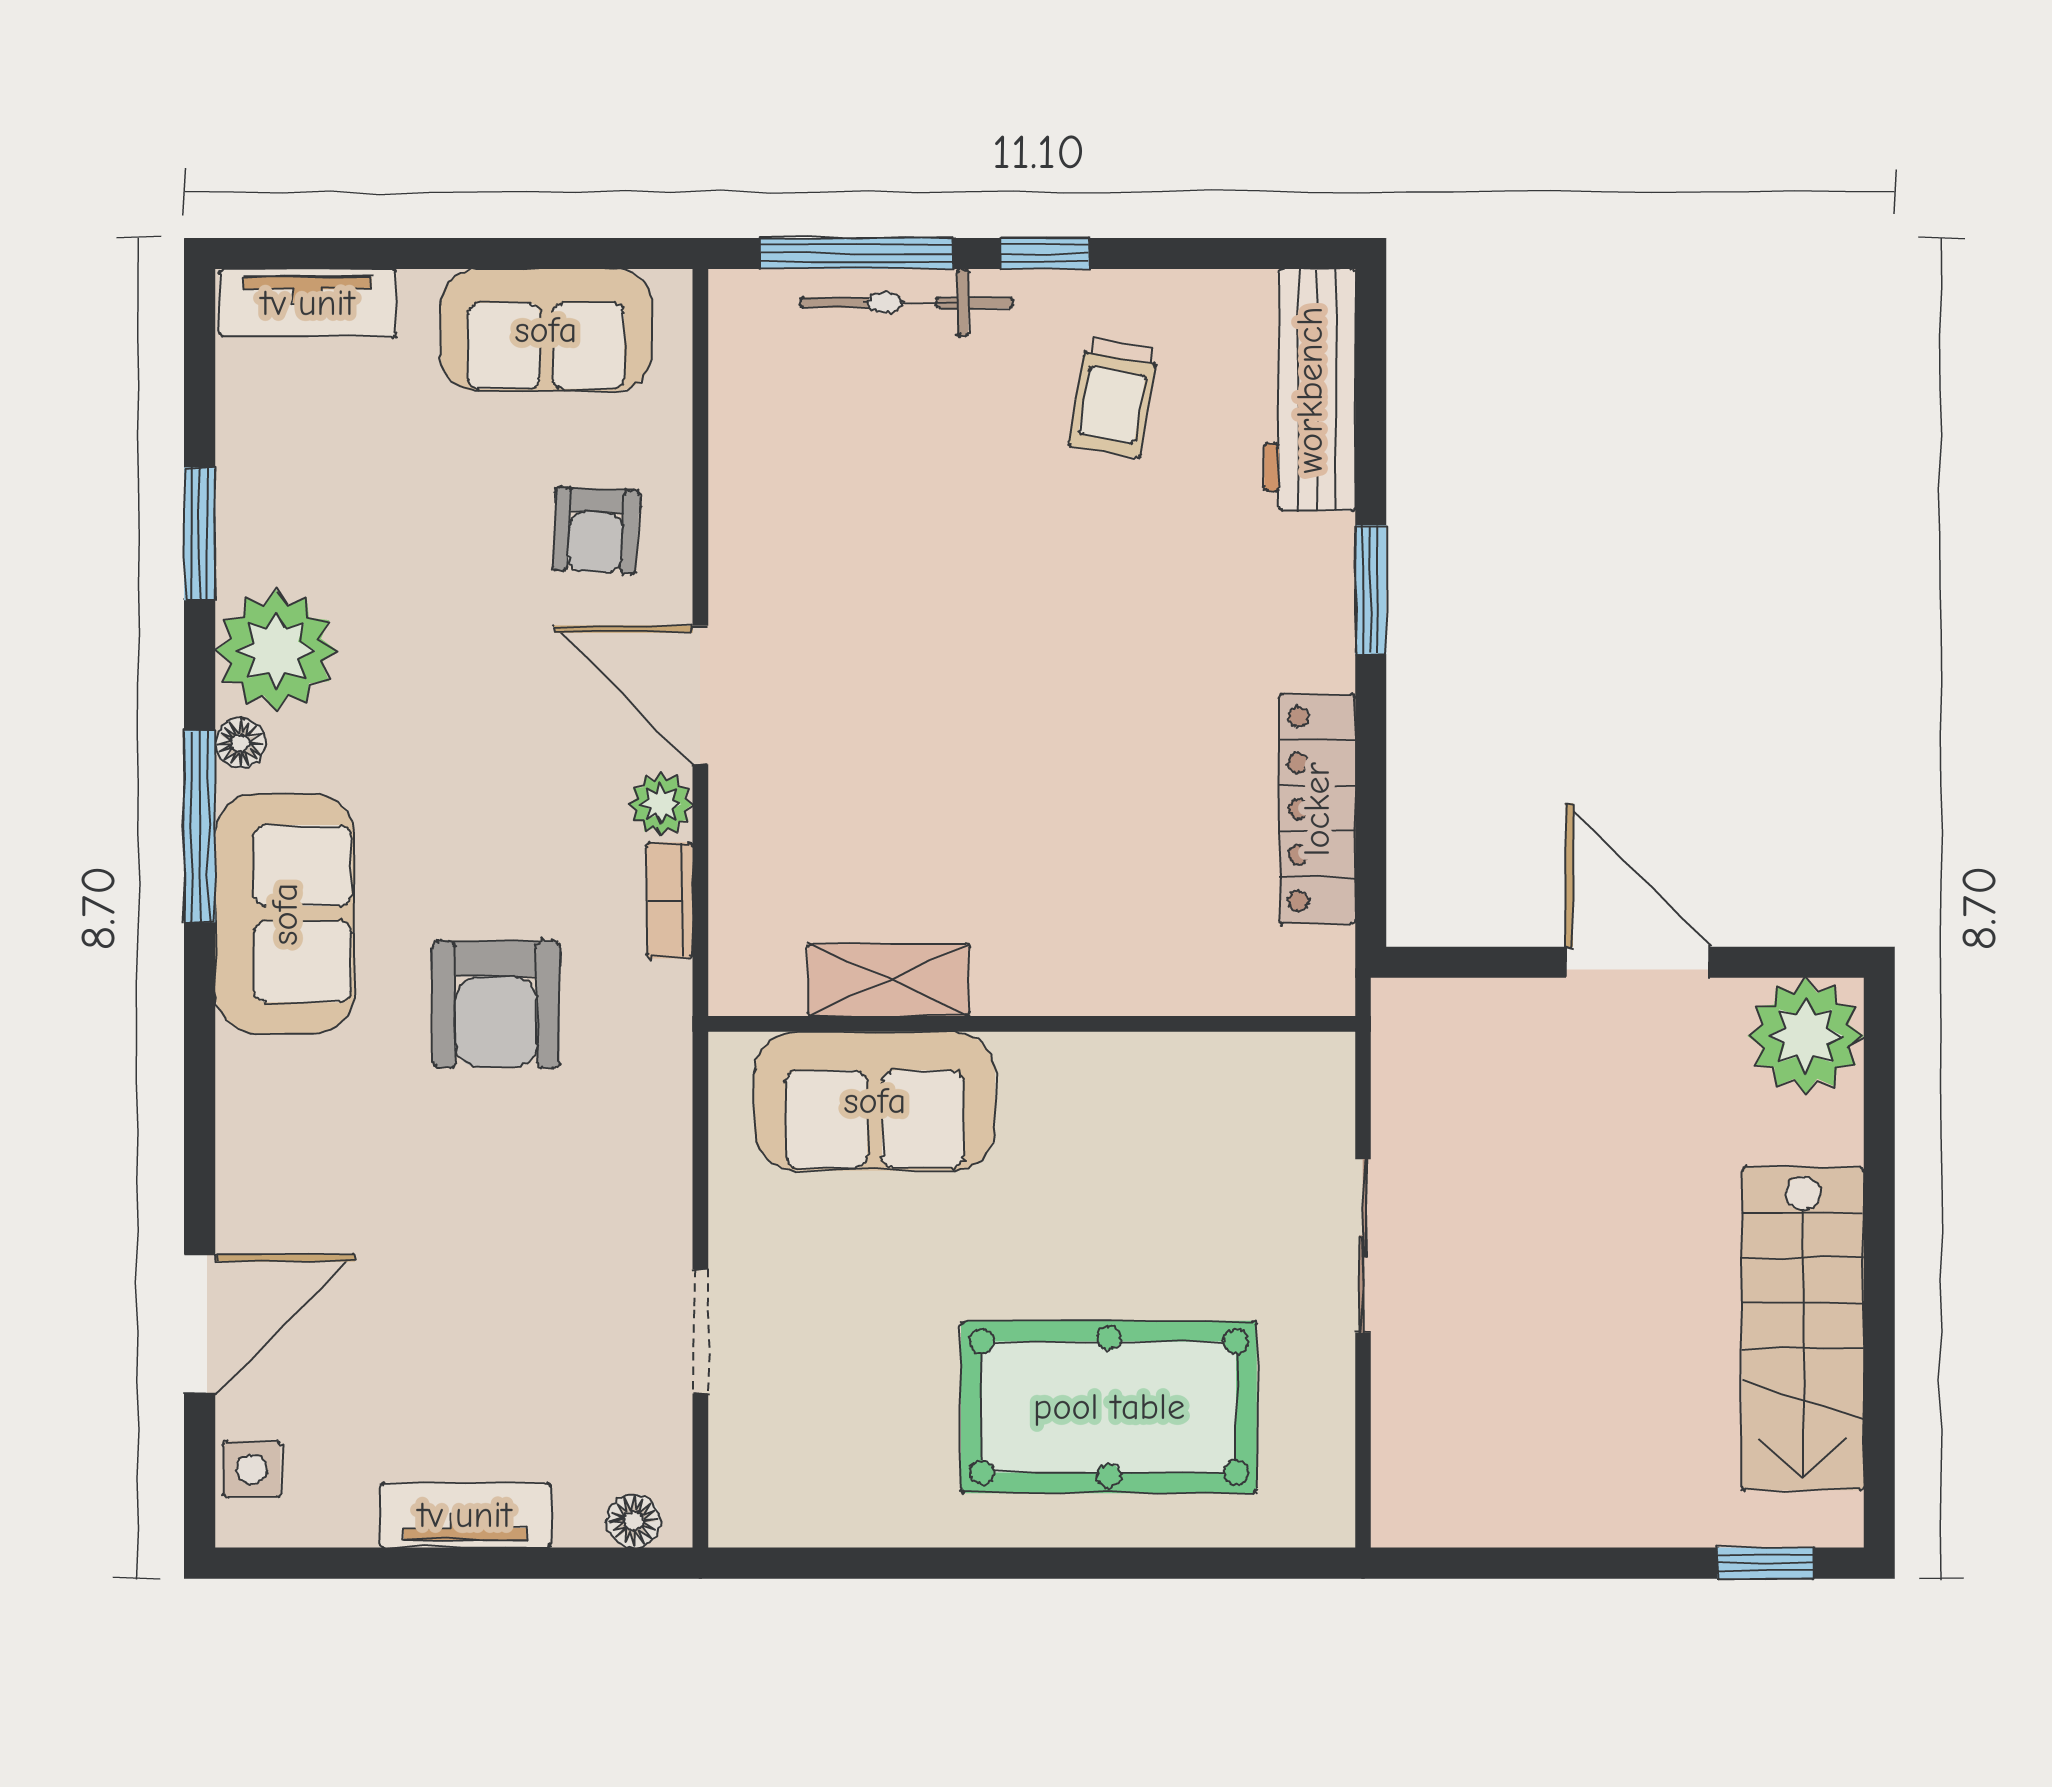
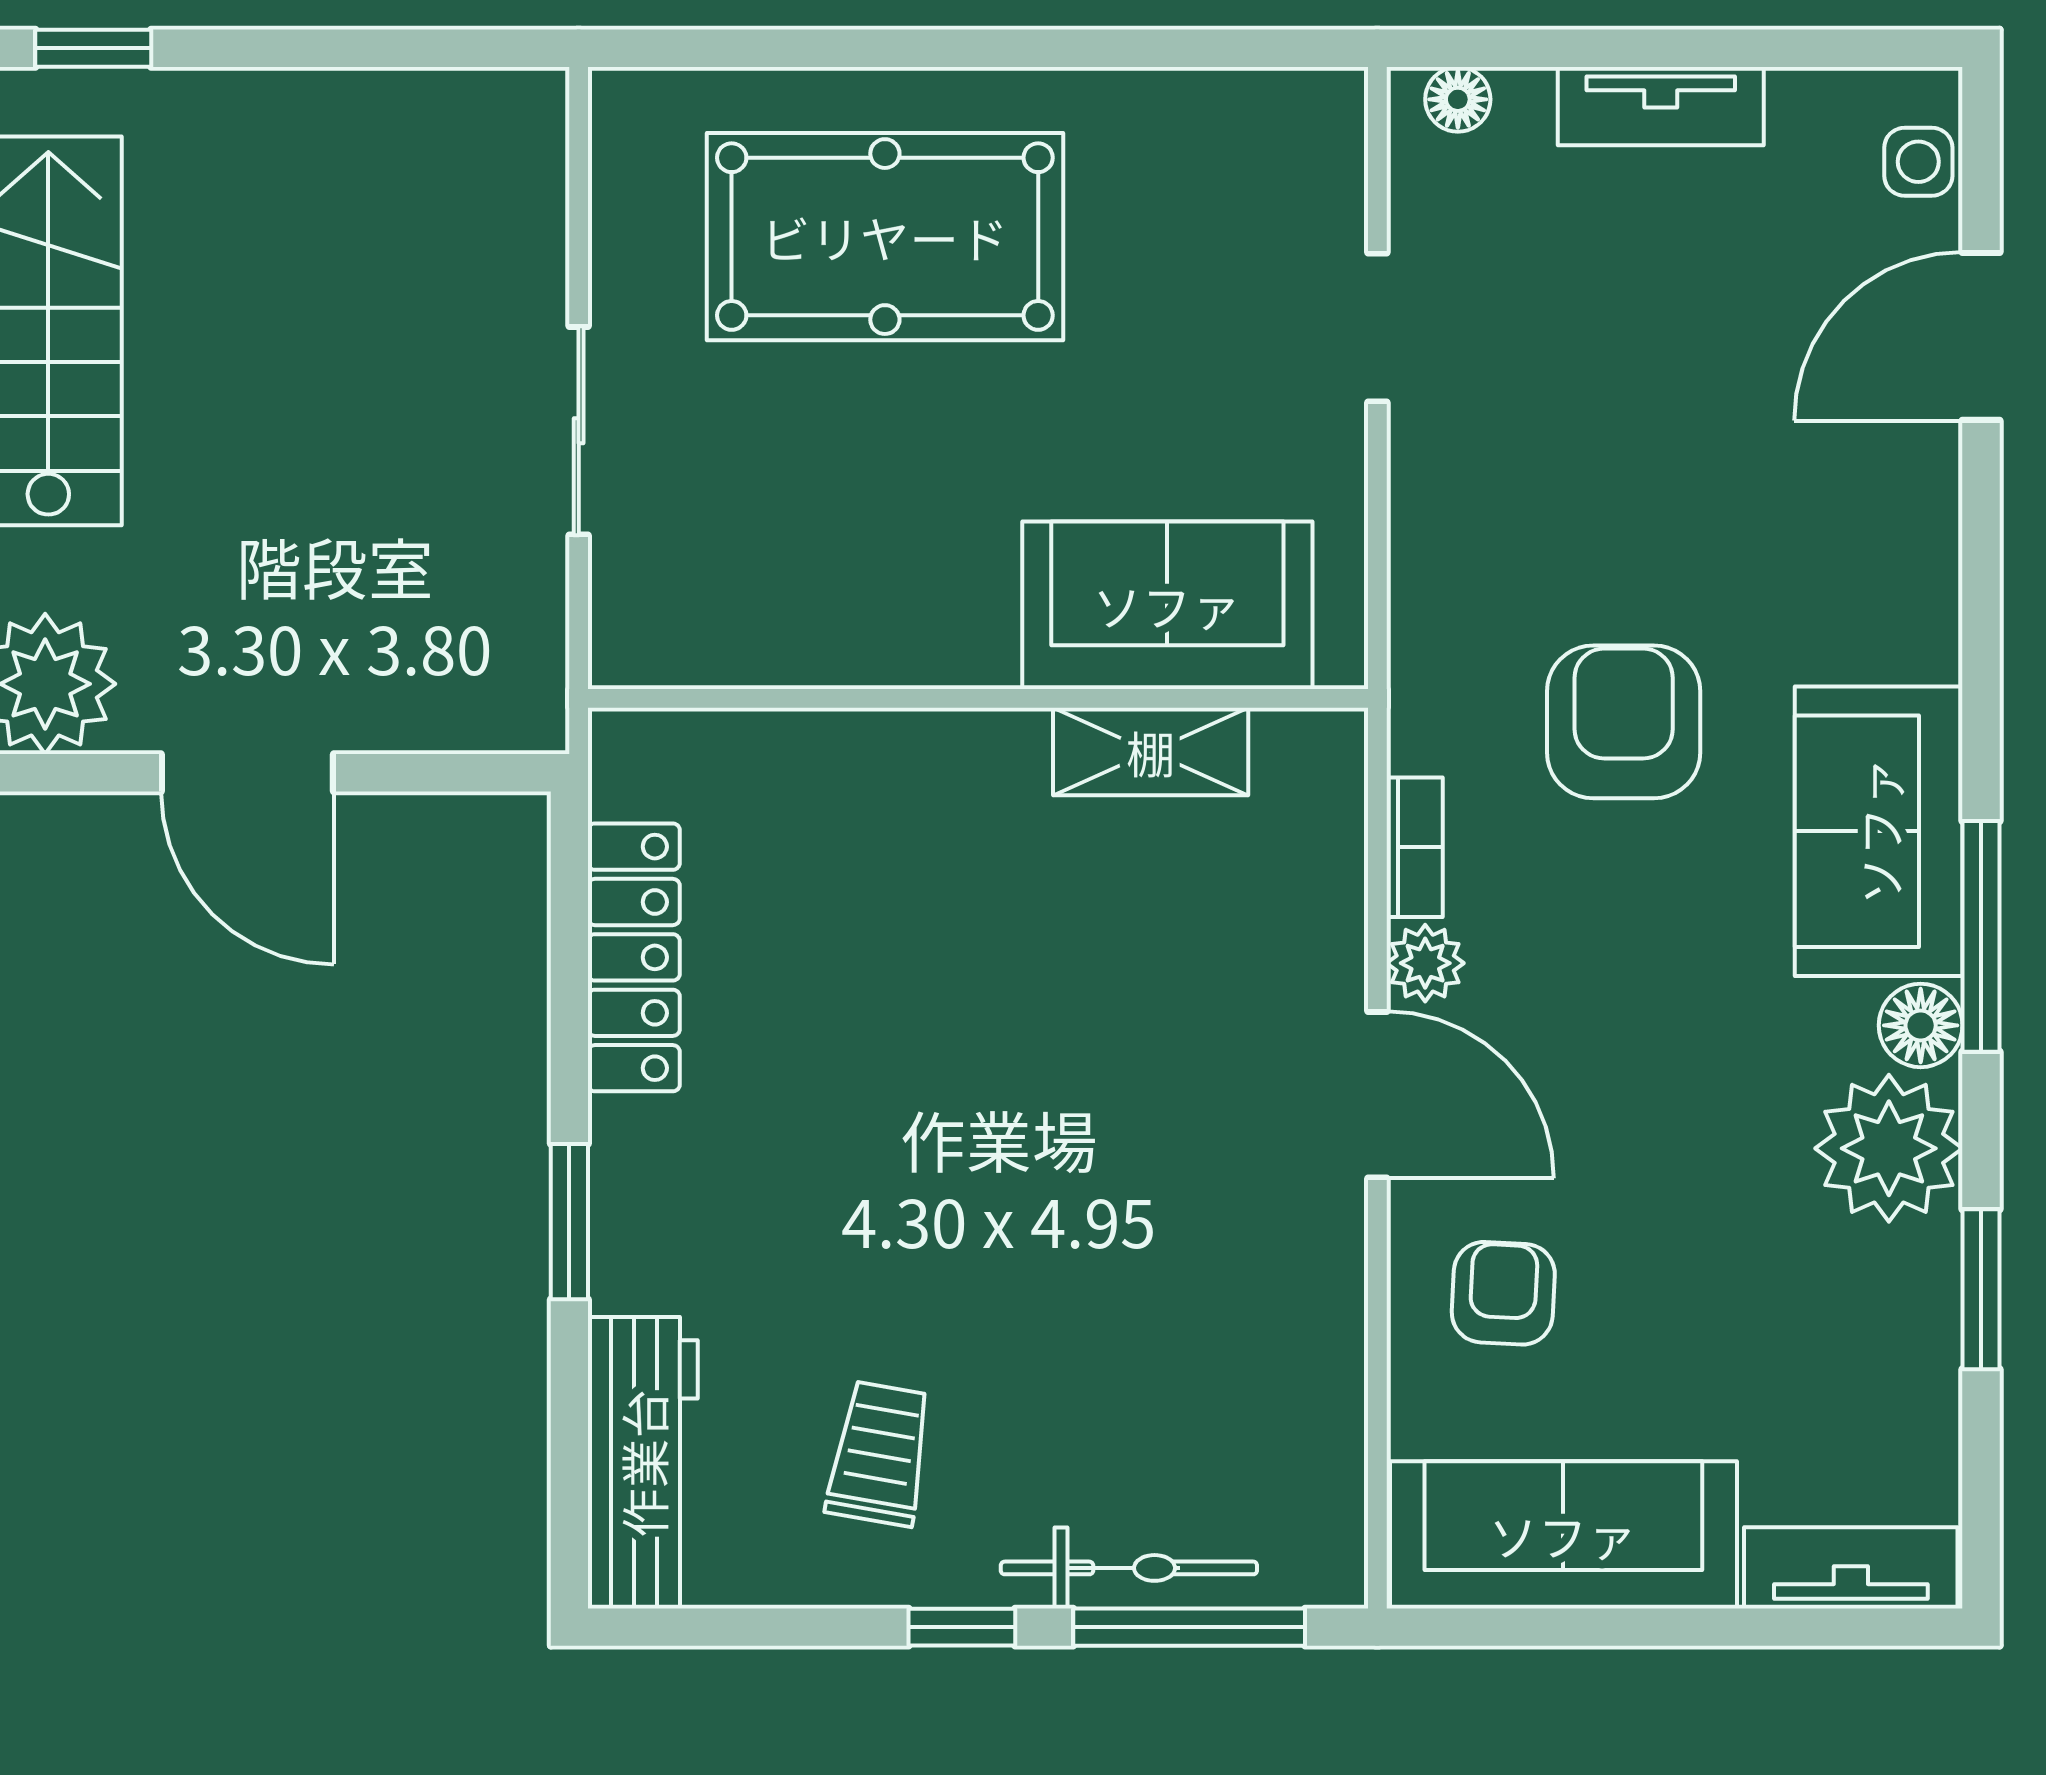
sofa: (546, 330) -> (1563, 1535), width x1.36
floor lamp: (240, 743) -> (1921, 1025), width x1.37, depth x1.37

